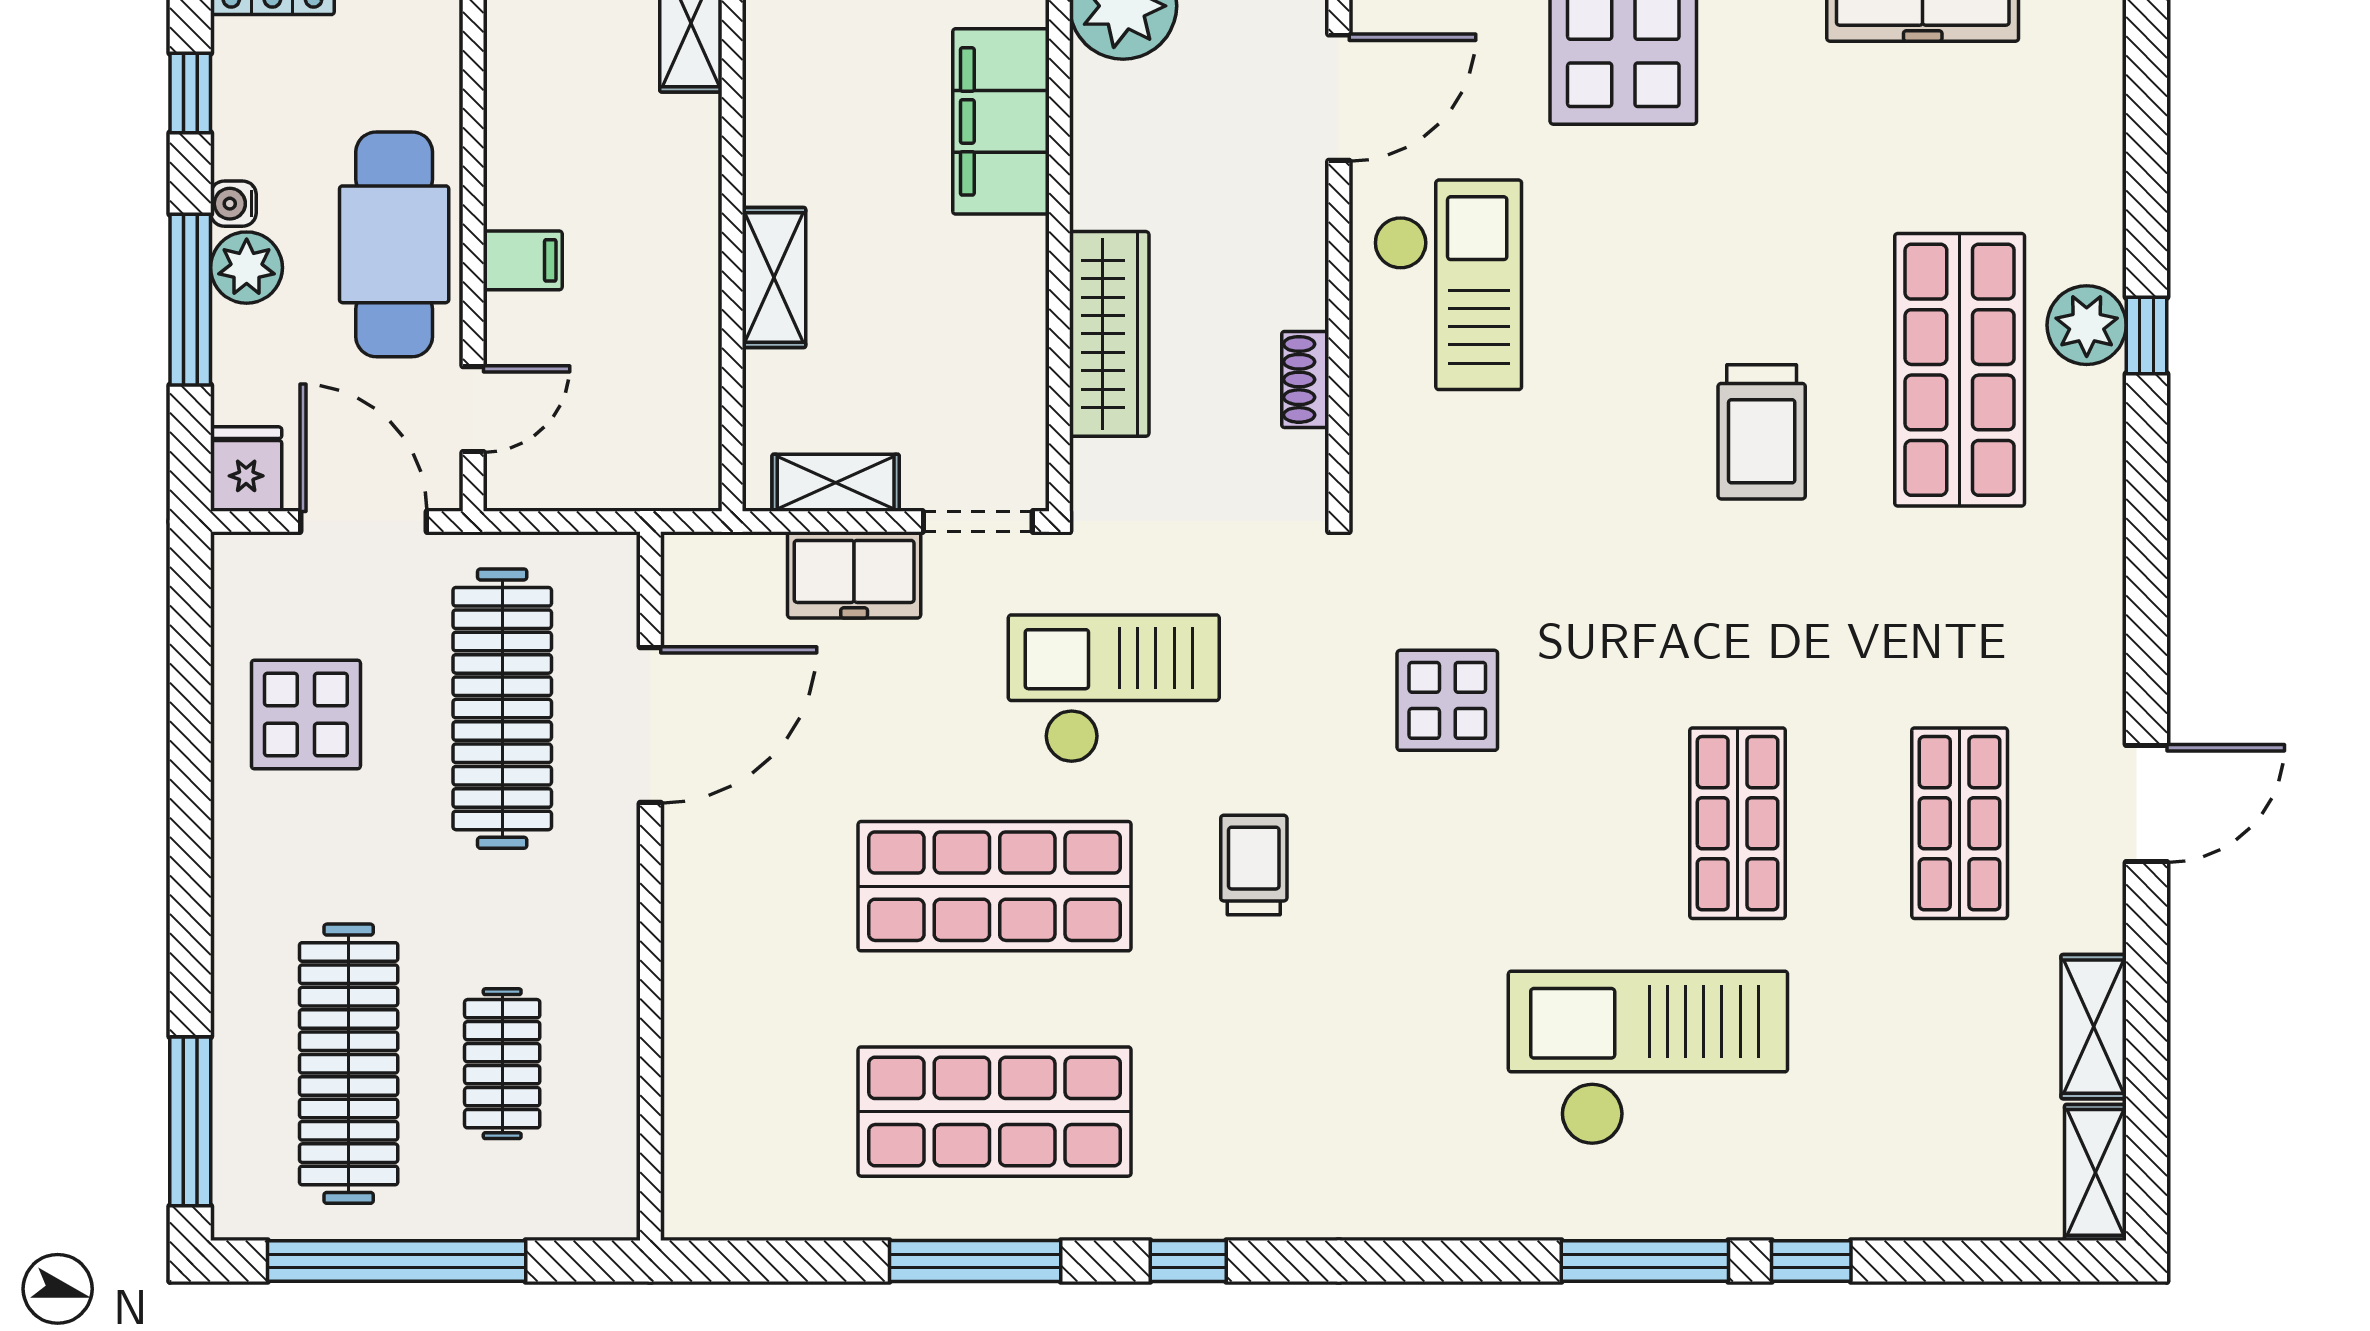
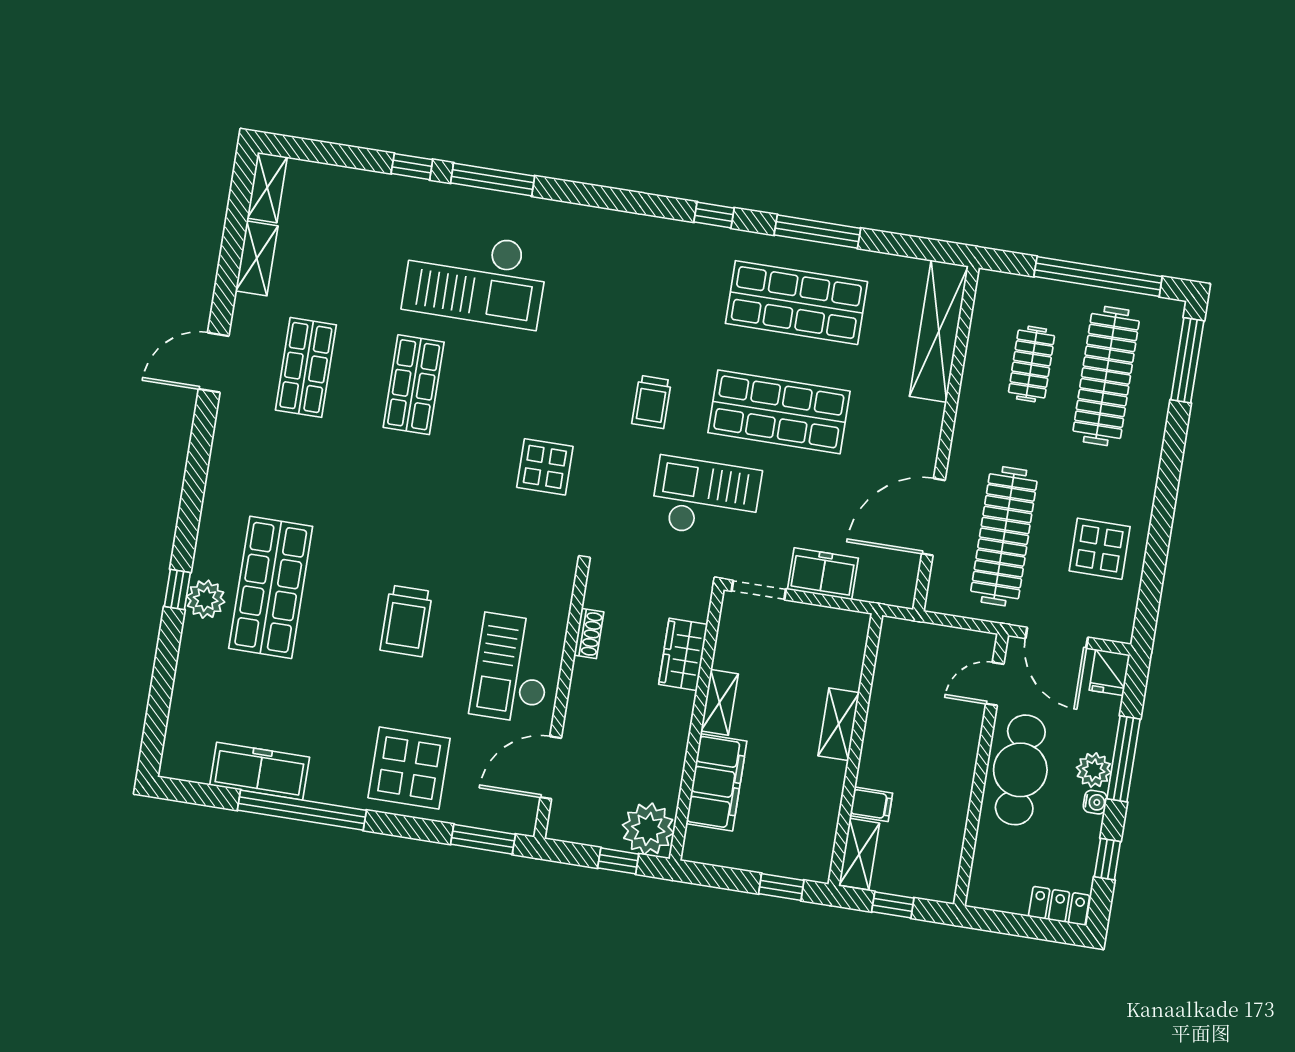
filing cabinet: (523, 260) -> (871, 804), moved, turned 180
wardrobe: (1109, 334) -> (683, 654), width x0.67
trolley: (1762, 432) -> (406, 621), moved, turned 180
shelving: (836, 483) -> (719, 702), moved, turned 90
checkout: (1114, 689) -> (706, 498), turned 180
shelving: (699, 1100) -> (939, 331), added

